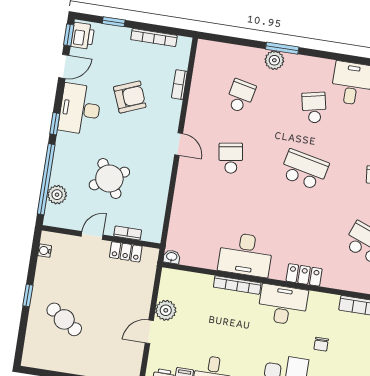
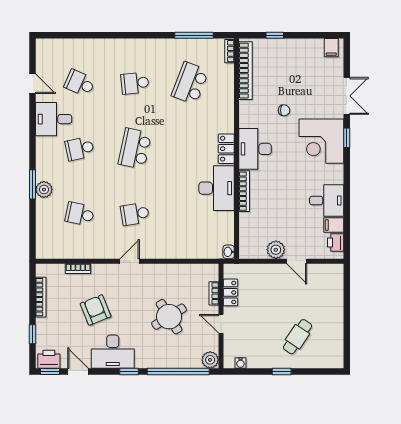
plant: (57, 195) -> (210, 360), moved
locker: (304, 275) -> (226, 149), moved

